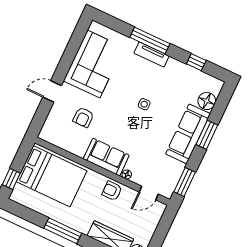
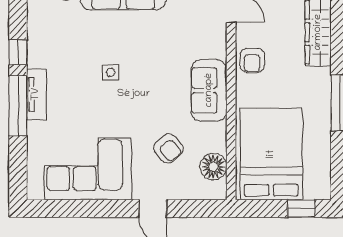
window: (196, 62) -> (18, 52), moved
armchair: (83, 117) -> (168, 148), turned 50
floor lamp: (127, 174) -> (213, 167), moved, width x1.89, depth x1.89

